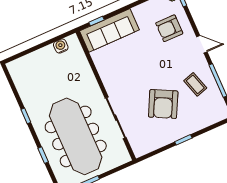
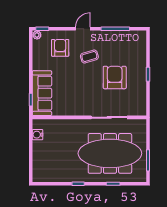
armchair: (169, 28) -> (60, 48), turned 180
coffee table: (195, 84) -> (89, 57), moved
armchair: (163, 104) -> (115, 77), turned -117

